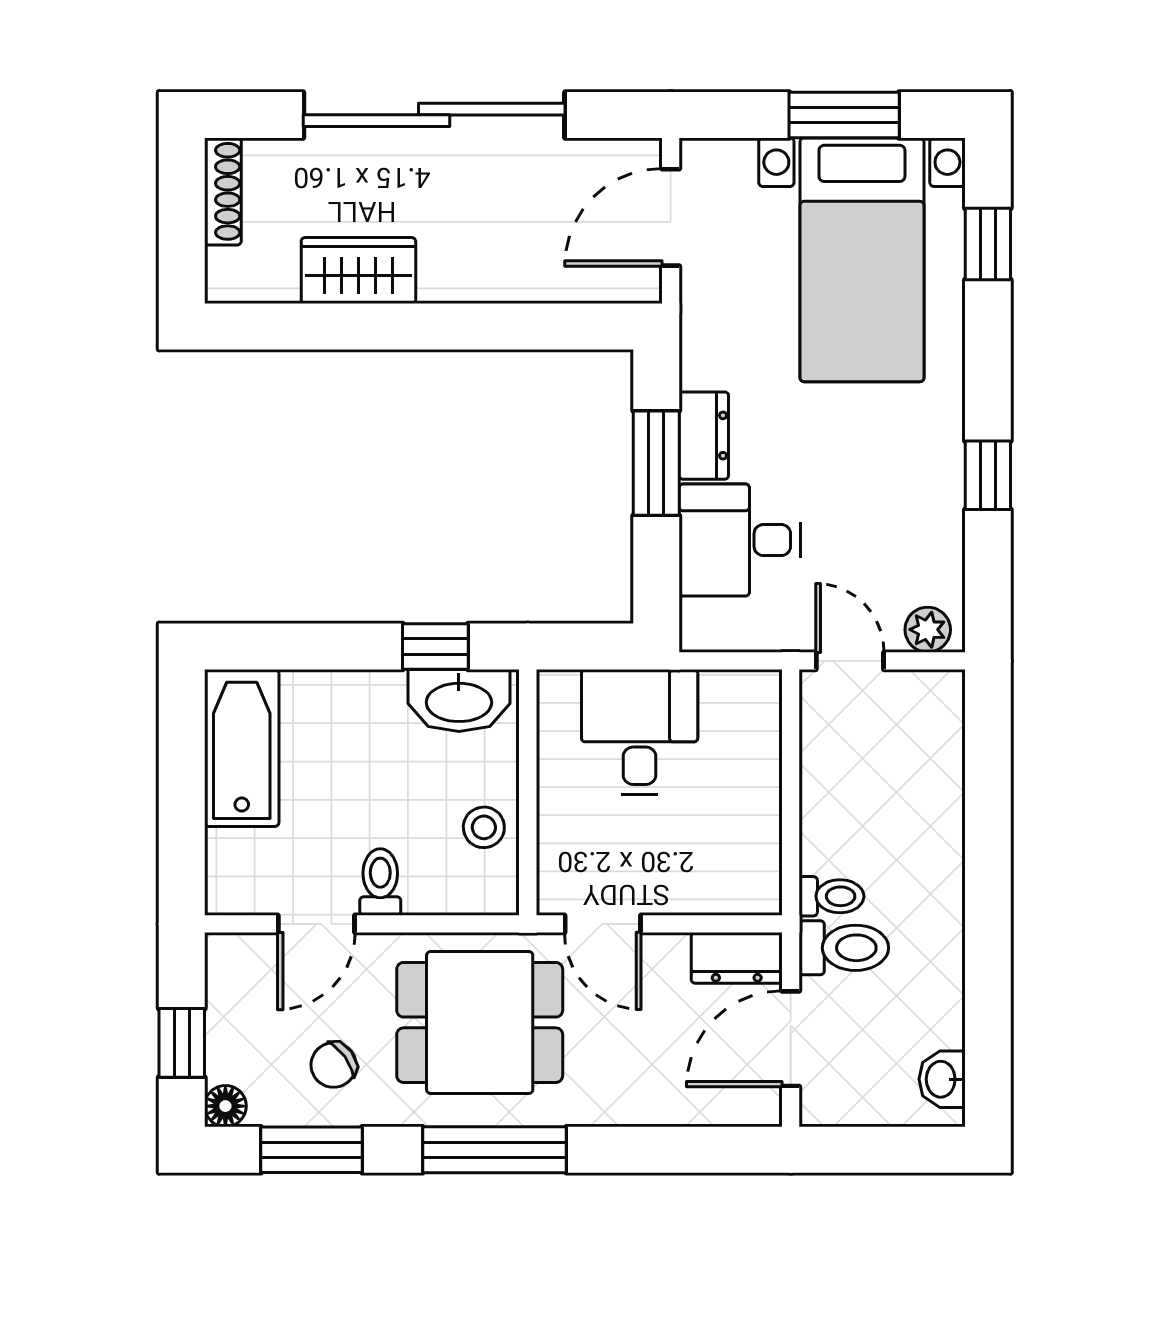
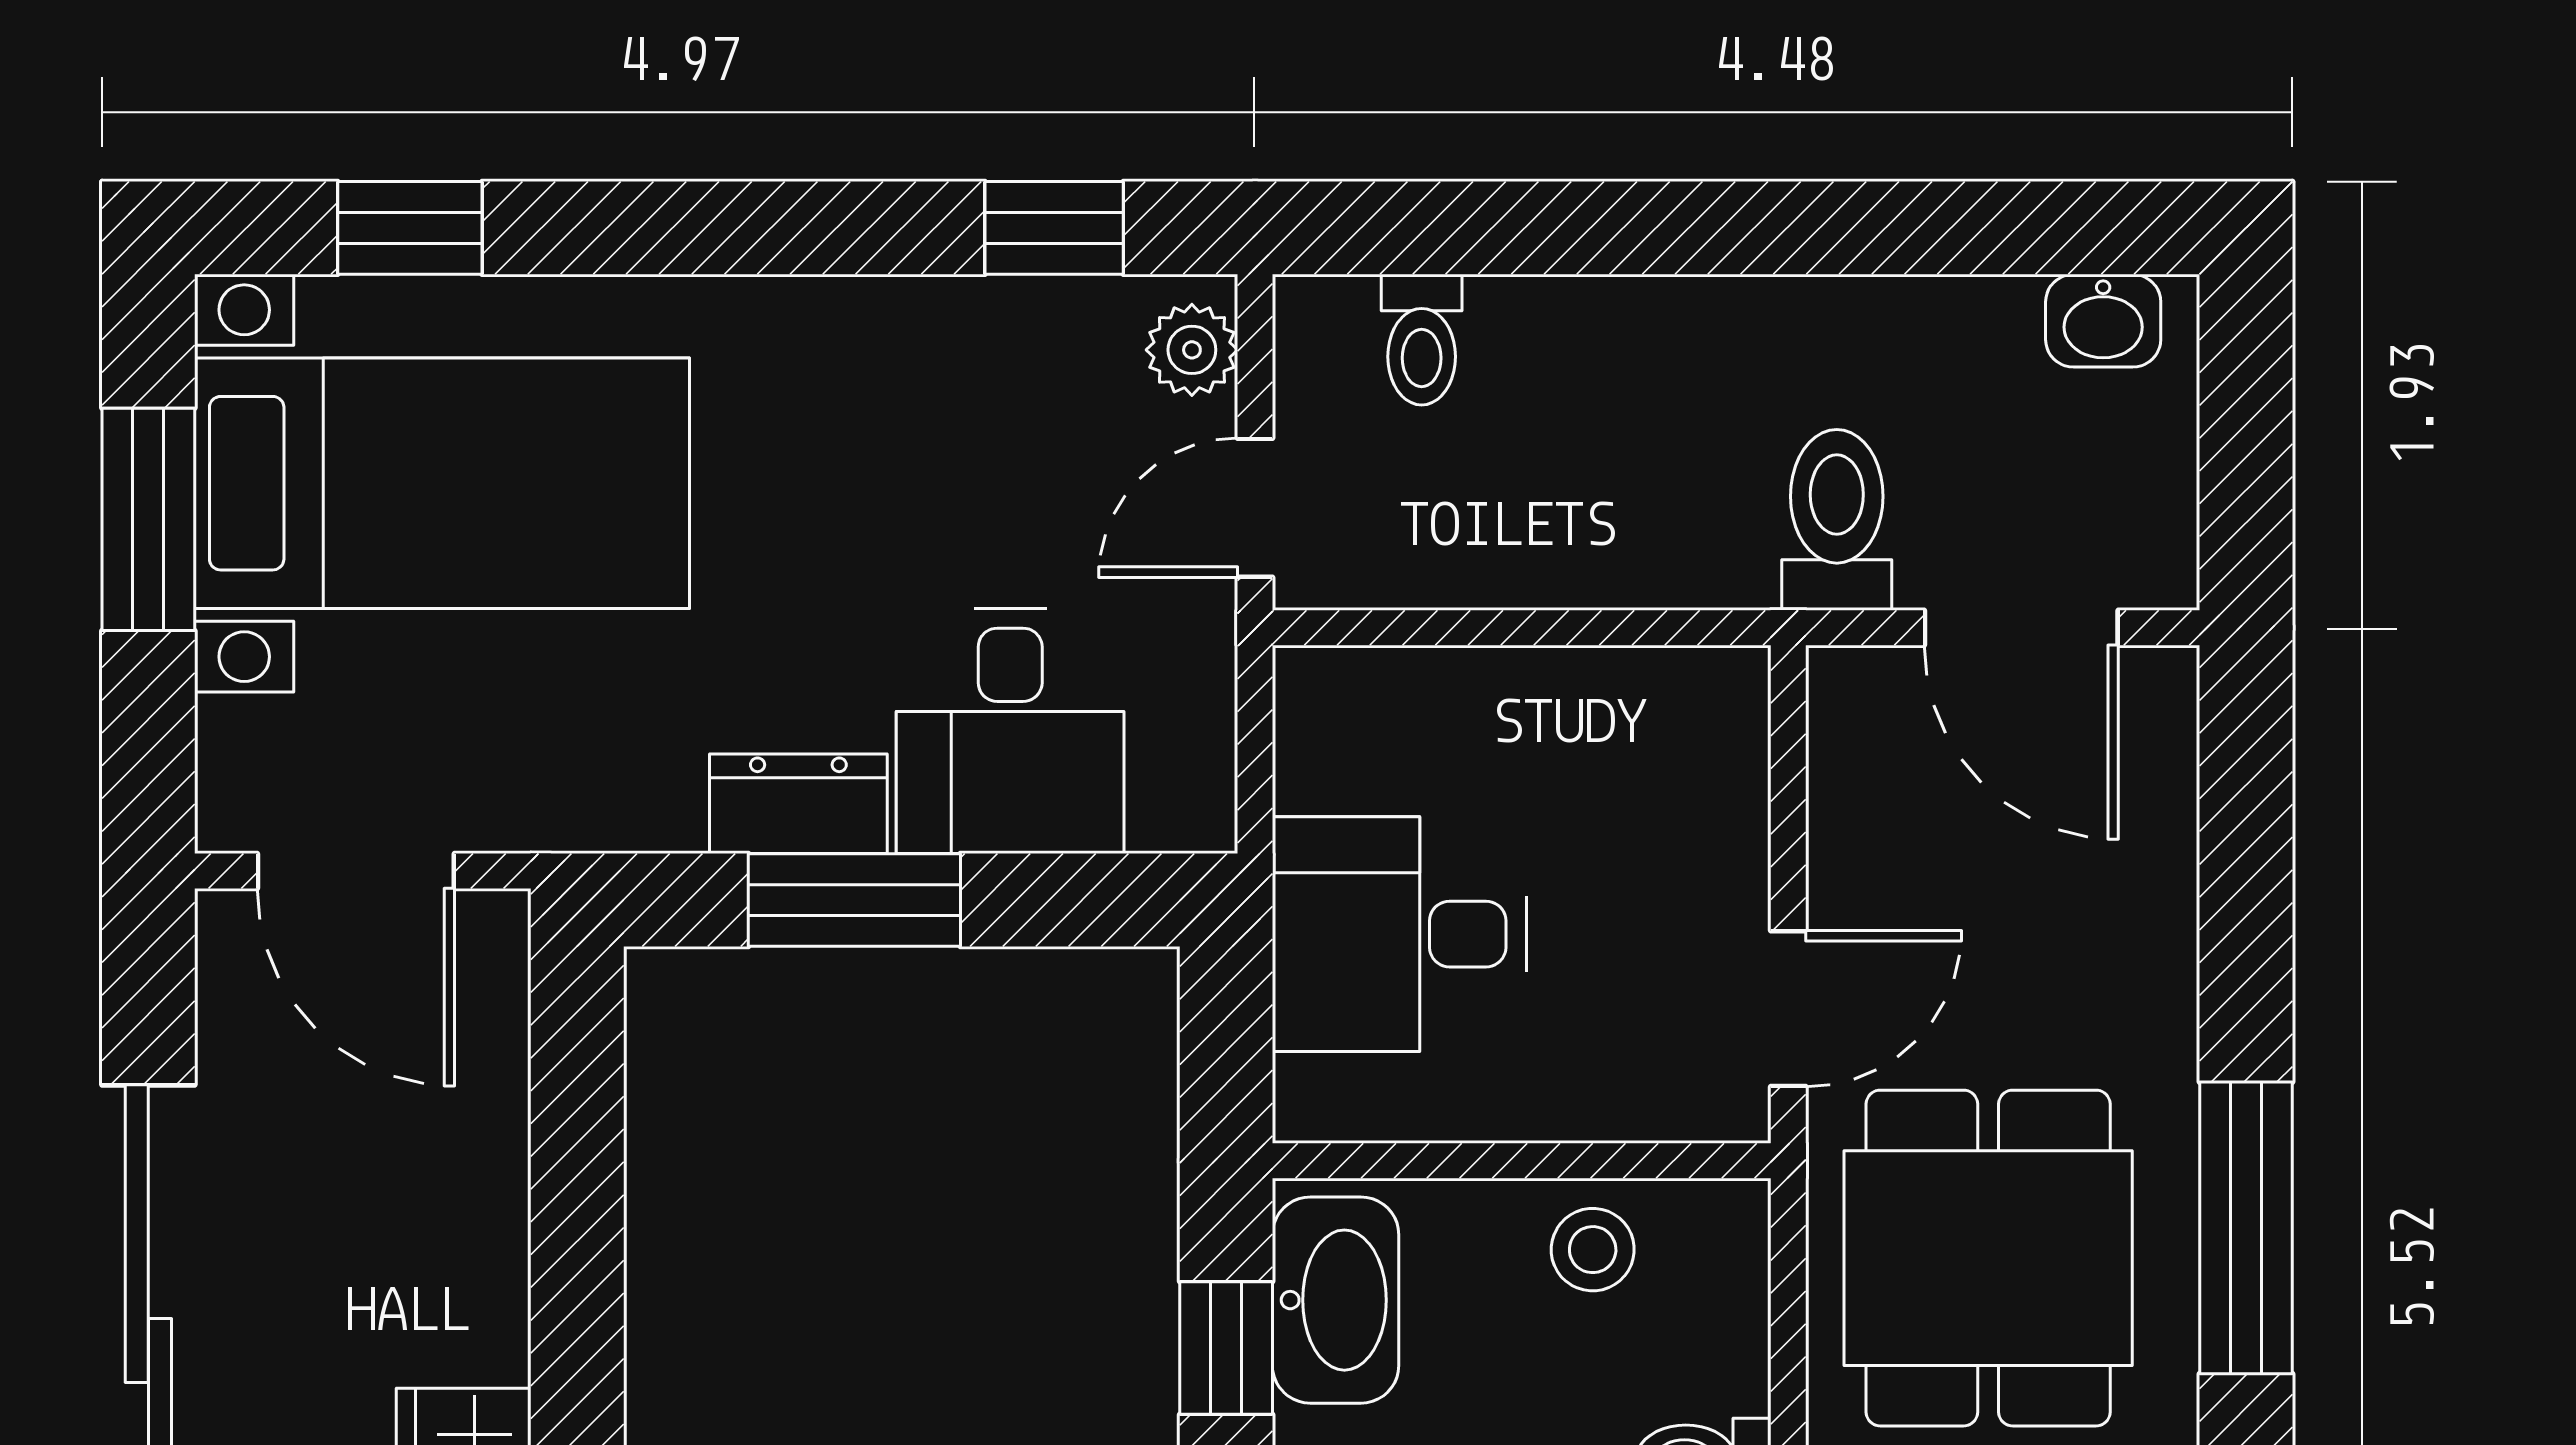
window: (988, 475) -> (1054, 228), moved
toilet: (831, 896) -> (1422, 340), moved, turned 180
dresser: (737, 958) -> (1857, 737), removed

